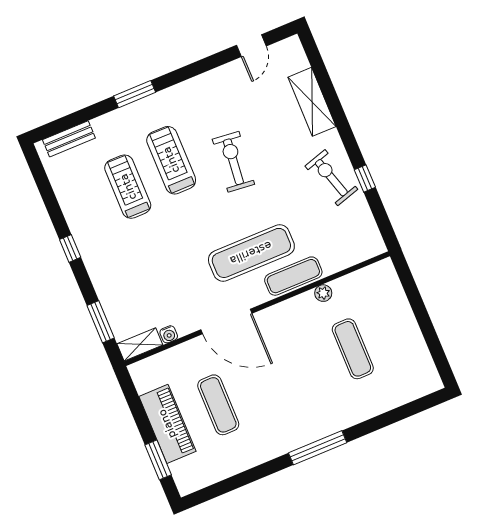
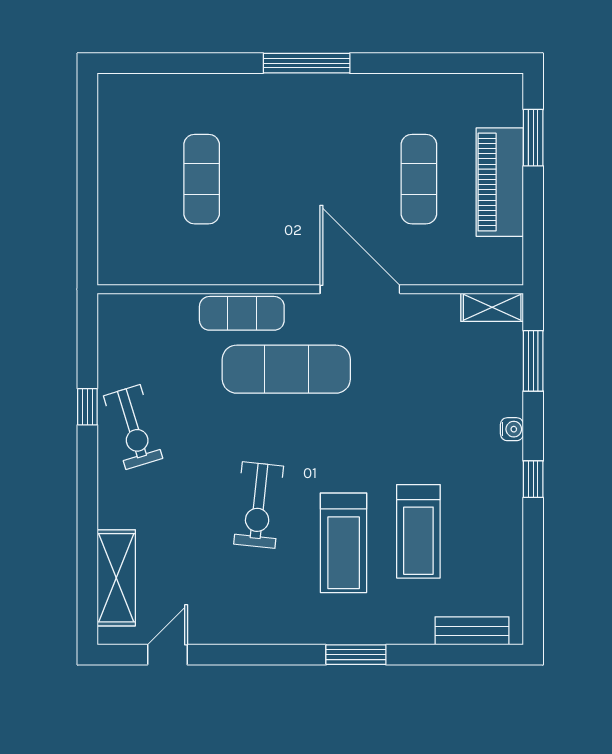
shelving: (312, 102) -> (116, 578), moved
plant: (323, 293) -> (210, 273), removed
water cooler: (169, 334) -> (512, 429), moved, turned 90

